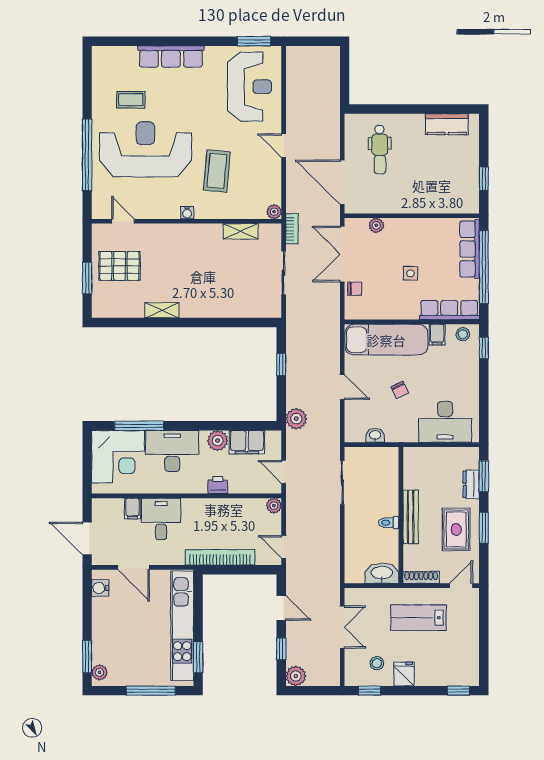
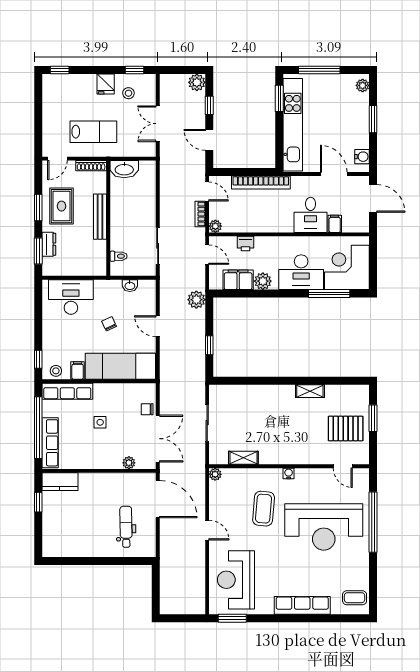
coffee table: (131, 100) -> (355, 598), moved
kitchen counter: (447, 124) -> (60, 482), moved, turned 180
bookcase: (292, 229) -> (200, 214), moved
printer: (218, 485) -> (246, 244), moved
toilet: (389, 523) -> (119, 256), moved
window: (87, 657) -> (373, 119), moved

